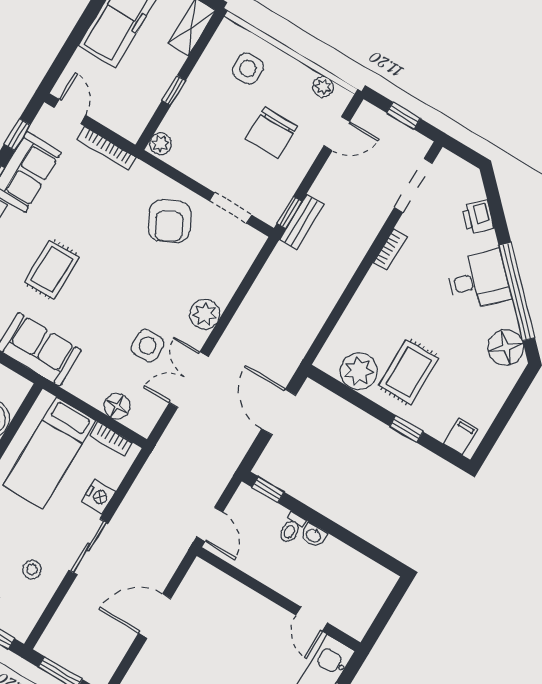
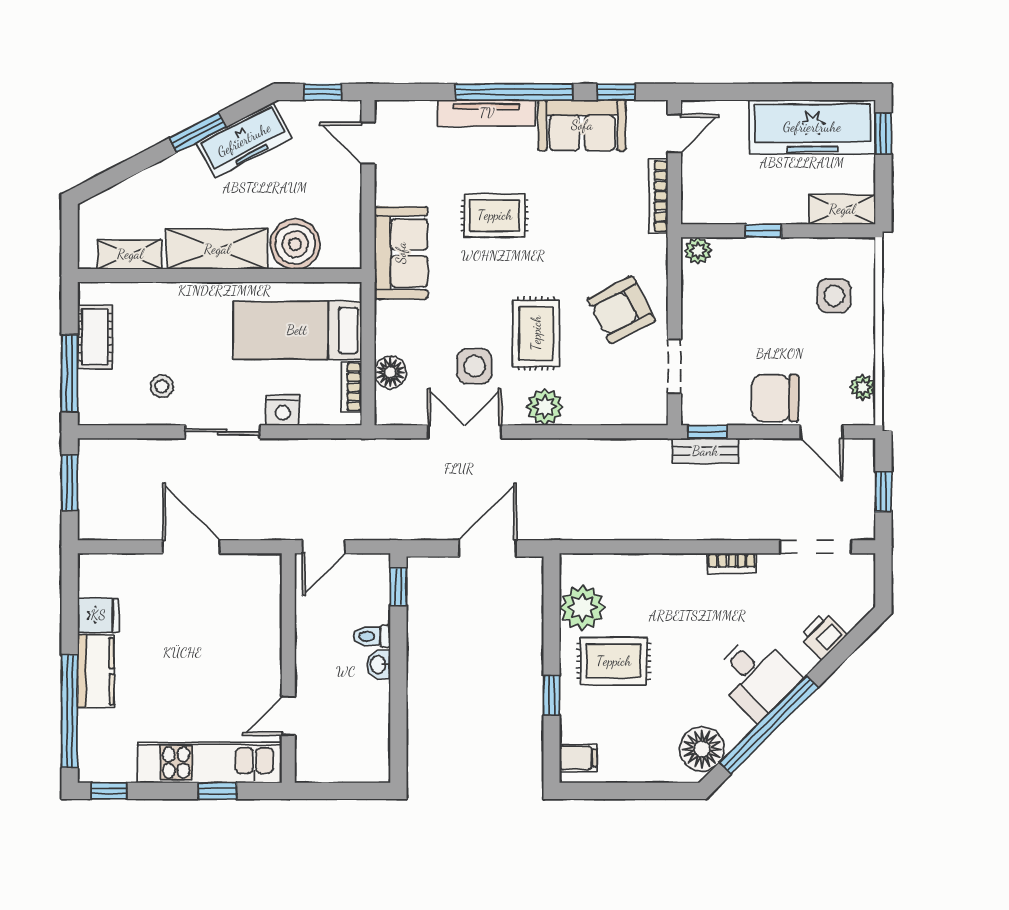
chair: (271, 133) -> (775, 398), moved
rug: (151, 290) -> (536, 333), added

